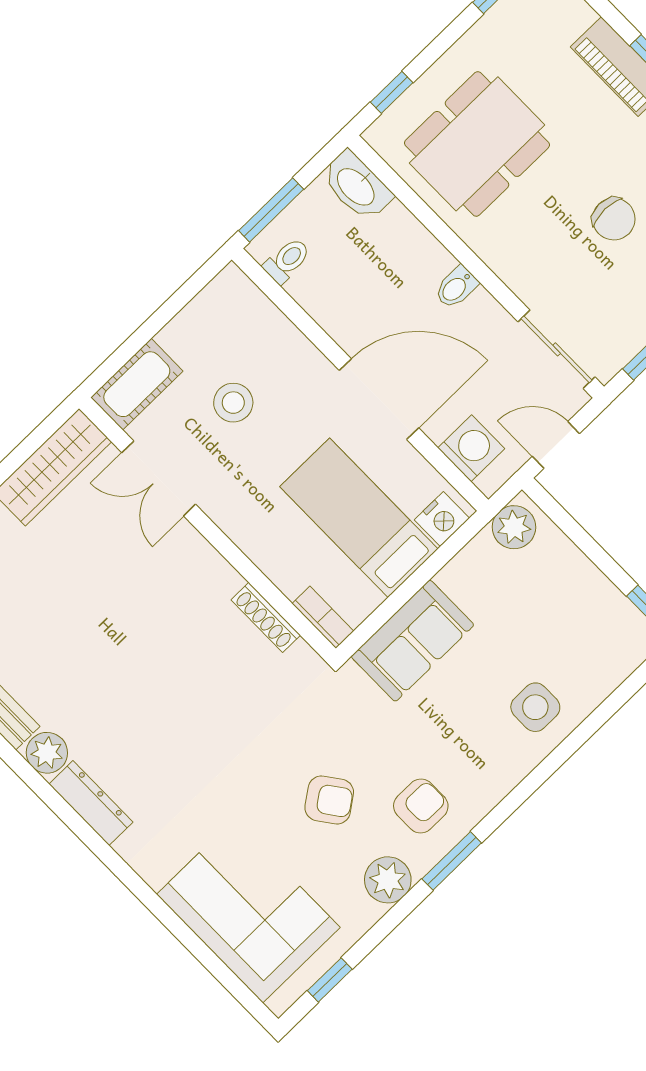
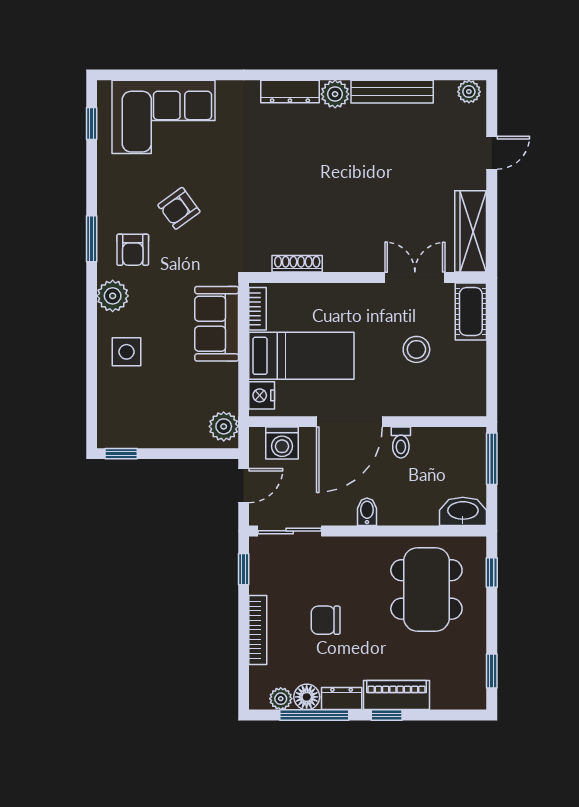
toilet: (287, 261) -> (401, 443), moved
bookcase: (323, 617) -> (258, 309), moved, turned -90
plant: (388, 880) -> (113, 296), moved

